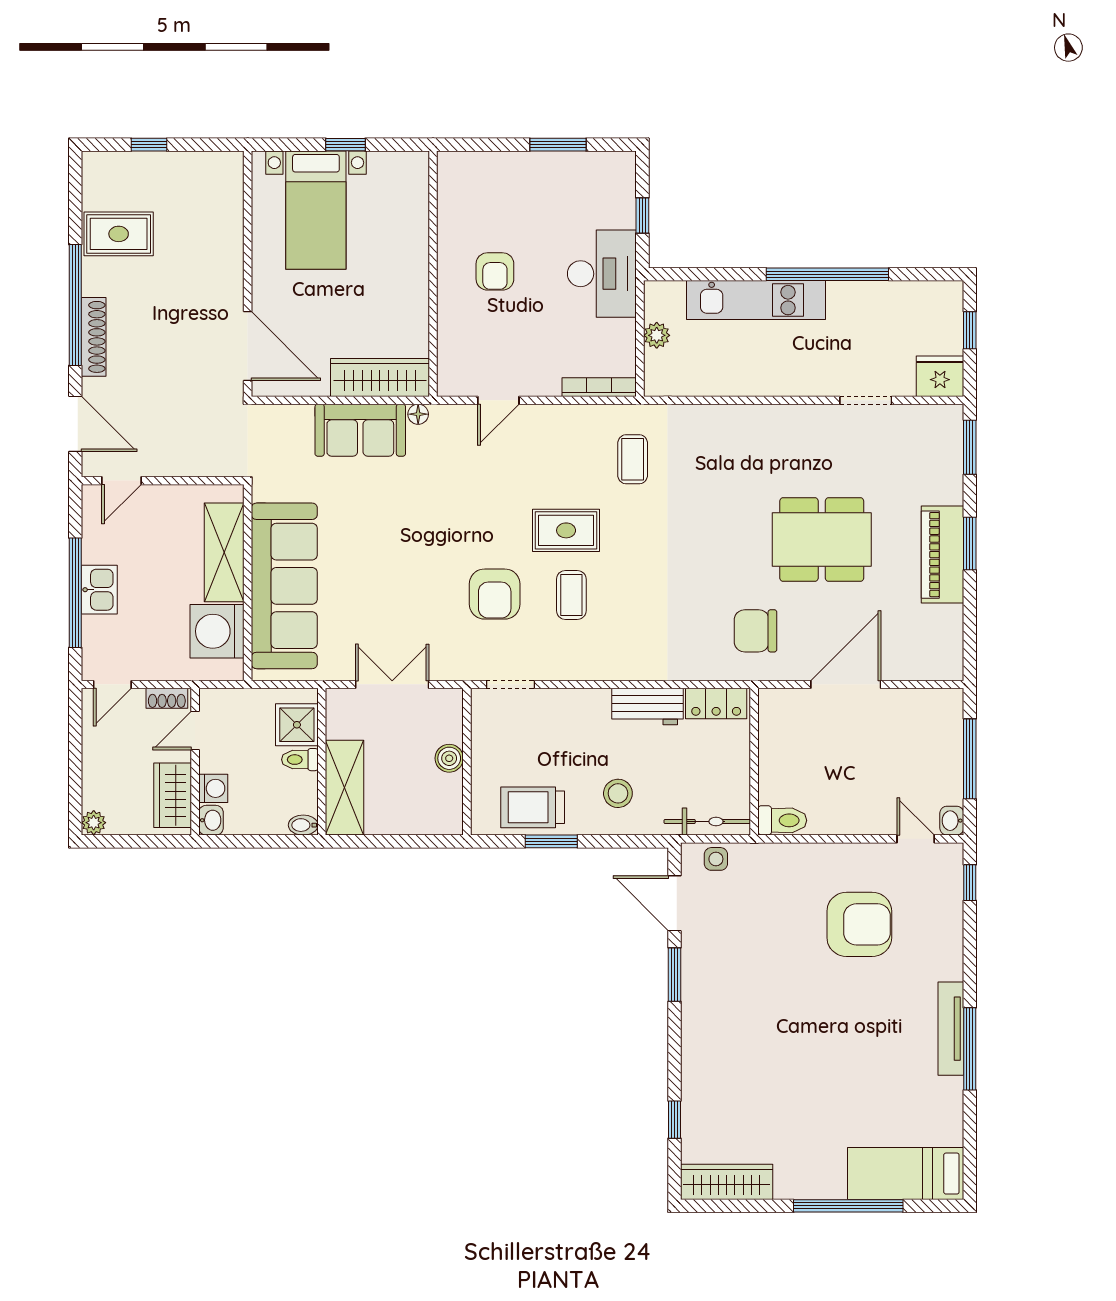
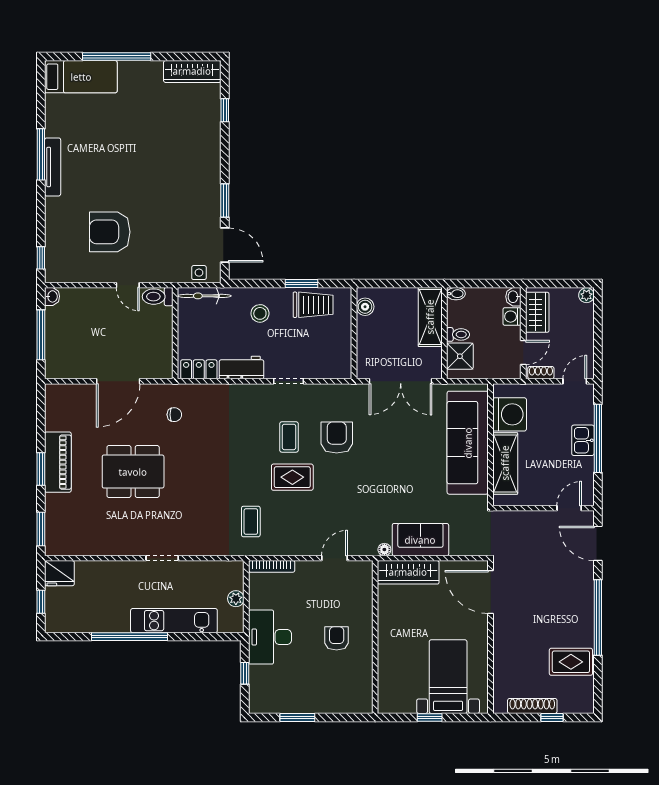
shoe rack: (94, 337) -> (532, 706), moved, turned 90
doorway: (866, 400) -> (162, 558), moved
chair: (756, 631) -> (174, 415), width x0.54, depth x0.54
double door: (392, 684) -> (401, 381), width x1.37
doorway: (510, 684) -> (289, 381), moved
boiler: (449, 758) -> (365, 307), moved
door: (916, 839) -> (128, 285), moved

